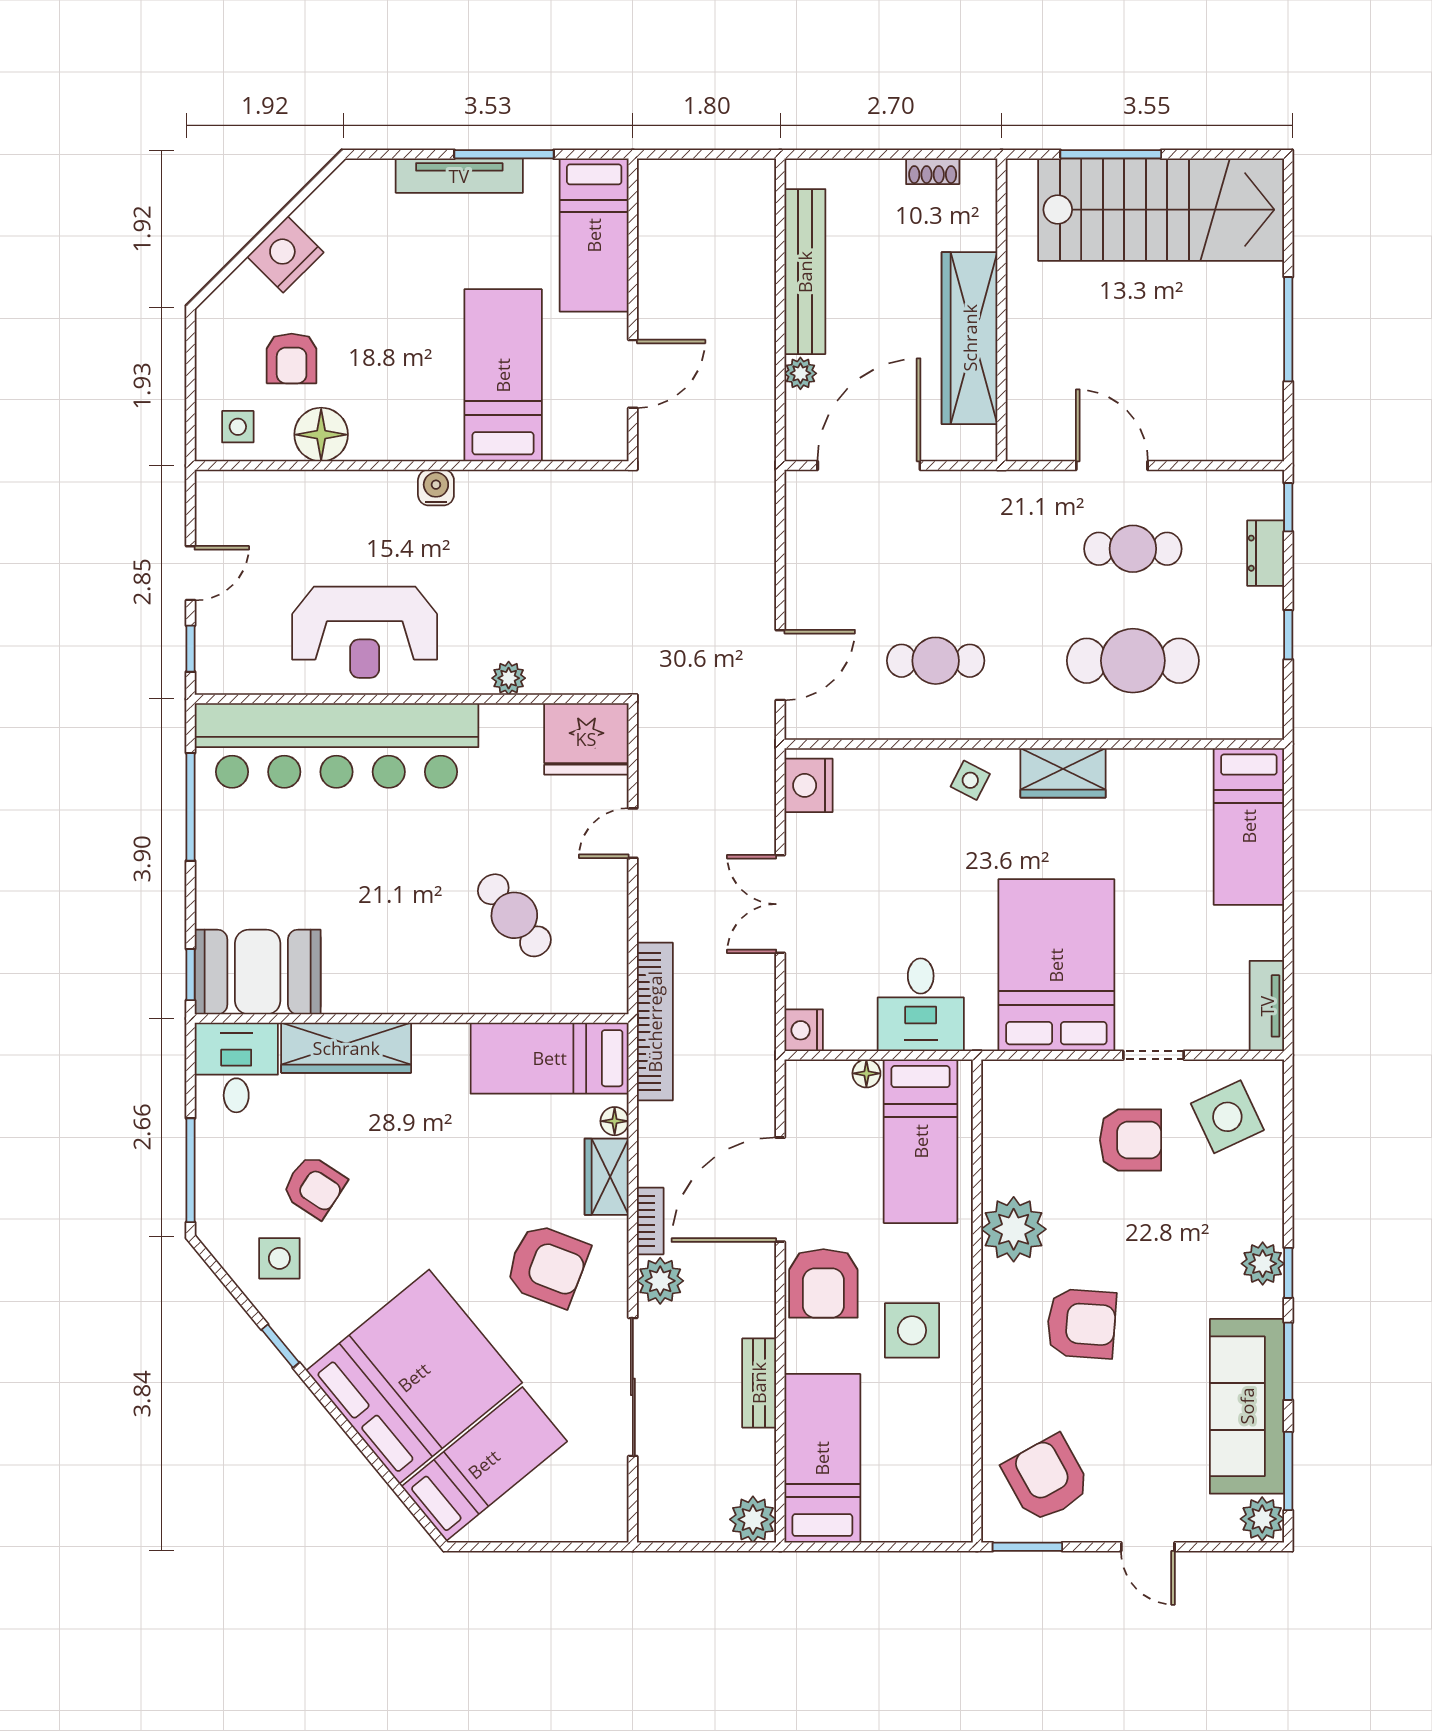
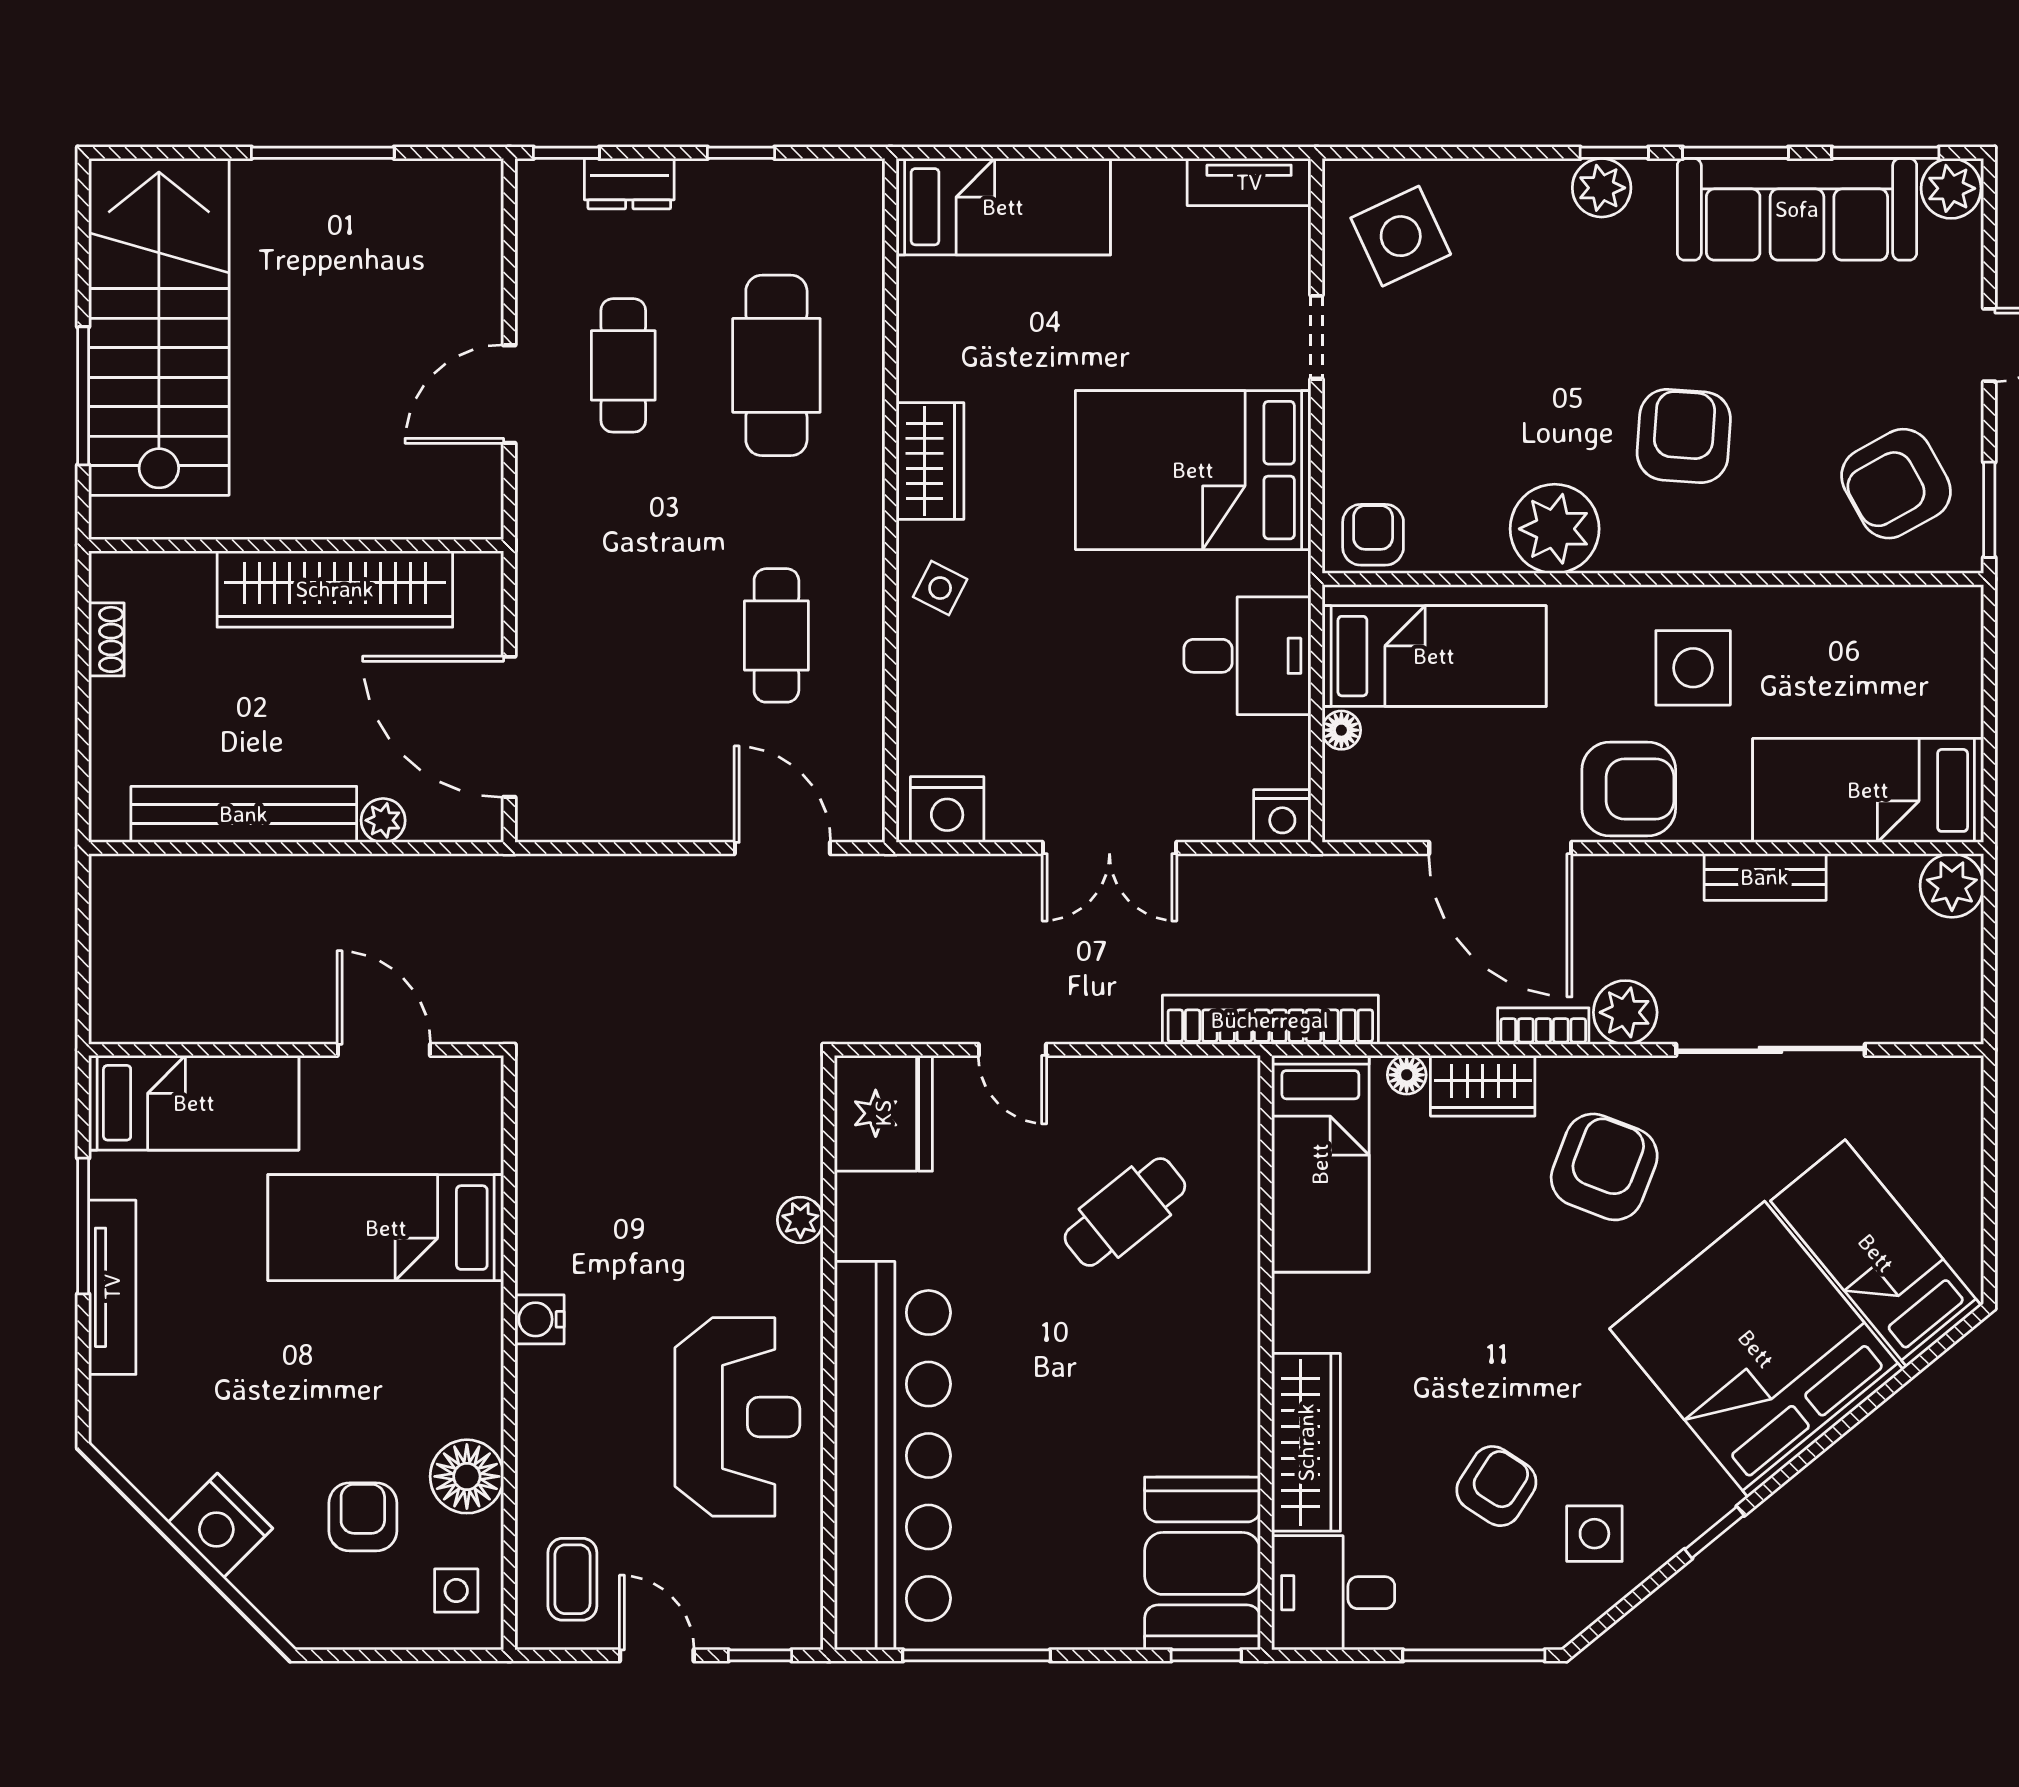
armchair: (292, 359) -> (363, 1517), turned -90
coffee table: (246, 512) -> (572, 1579), added
armchair: (1131, 1140) -> (1373, 535), moved, width x0.72, depth x0.72

